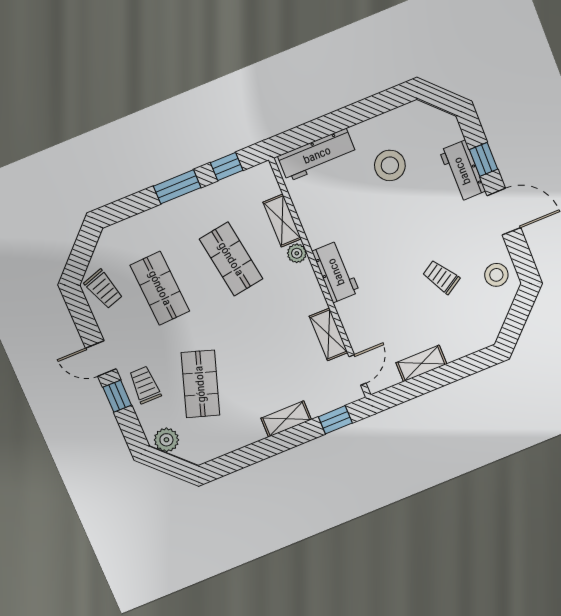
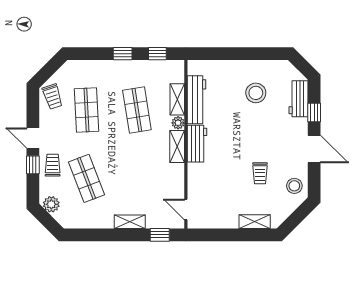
workbench: (317, 155) -> (197, 100), moved, turned -90
workbench: (462, 171) -> (298, 99), moved
window: (177, 187) -> (123, 54), width x0.67
trolley: (441, 277) -> (260, 173), turned -148
shelving: (329, 334) -> (177, 146), moved
shelving: (421, 363) -> (255, 222), moved
door: (358, 370) -> (186, 209), swing flipped
shop shelf: (200, 384) -> (87, 178), turned -39

